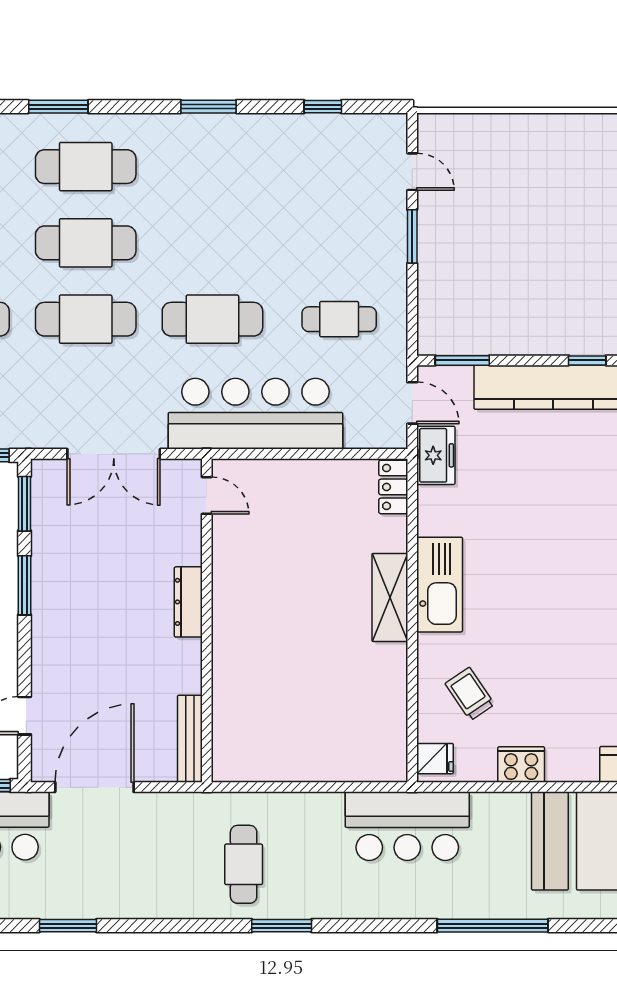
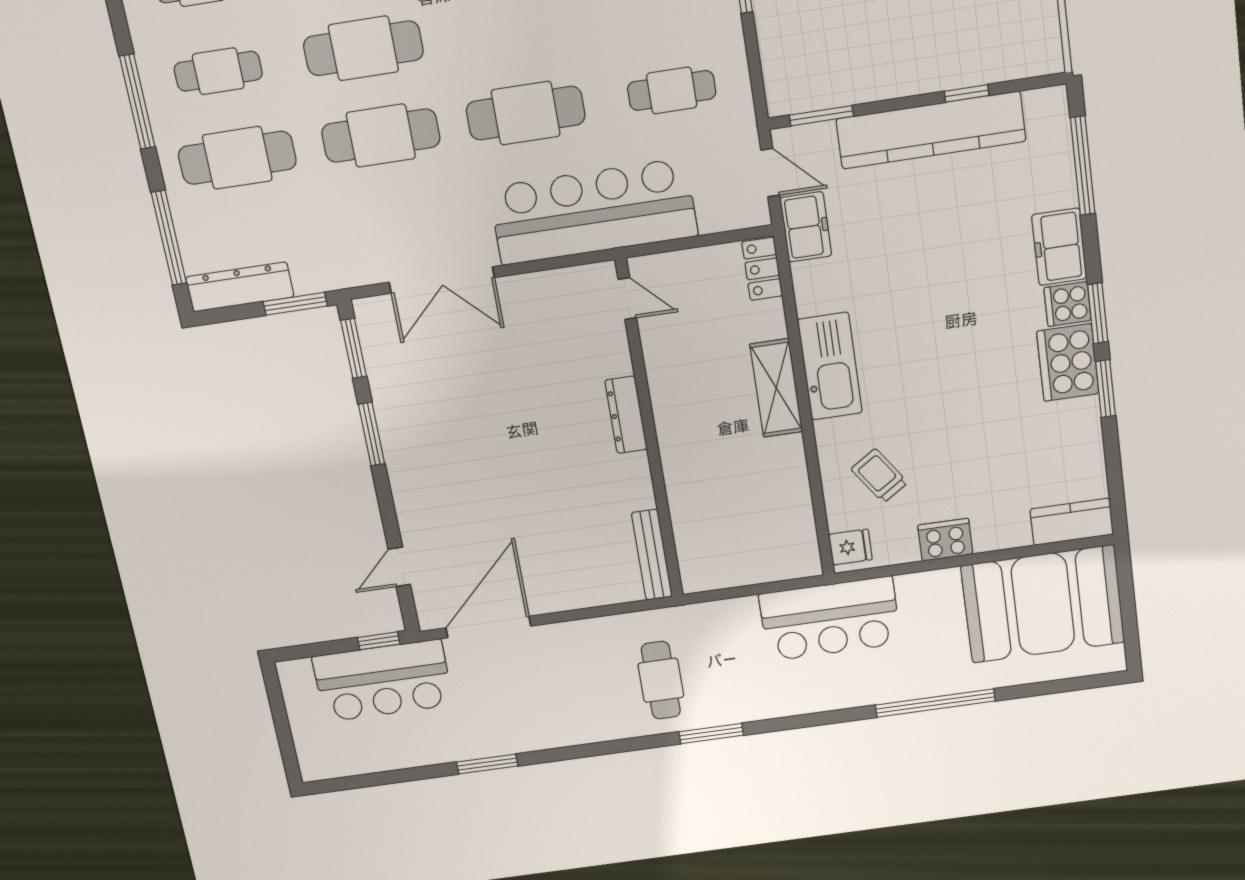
door: (207, 496) -> (627, 299), moved
dresser: (188, 602) -> (626, 415), moved
wall: (207, 620) -> (650, 431), moved
bench: (190, 739) -> (652, 555), moved

